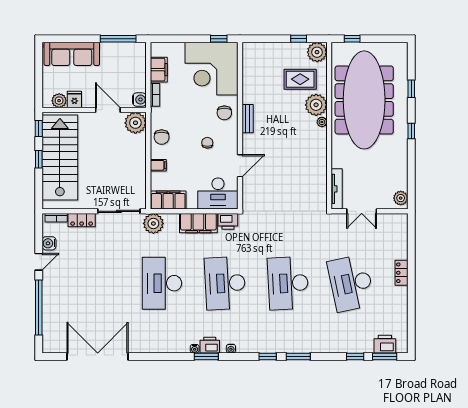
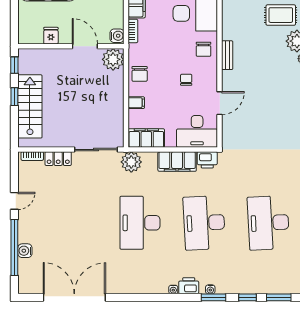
plant: (59, 101) -> (35, 37), removed
stairs: (60, 158) -> (30, 106), width x0.73, depth x0.66
water cooler: (49, 243) -> (25, 251), moved
window: (206, 356) -> (213, 297), moved

